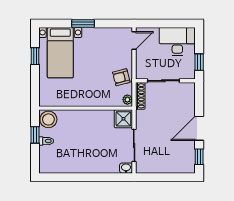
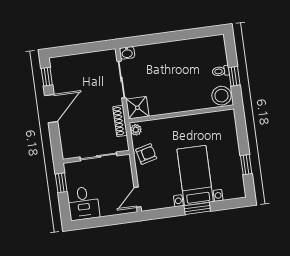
desk: (177, 42) -> (83, 203), width x0.73
bed with nightstands: (60, 53) -> (195, 175), moved
shoe rack: (140, 96) -> (120, 121), moved

